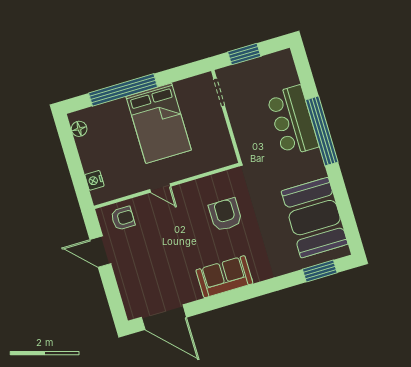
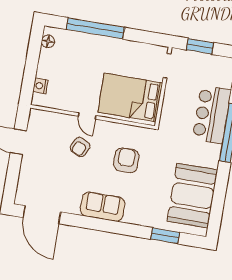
bed: (159, 123) -> (130, 98), moved, turned 90
armchair: (123, 218) -> (80, 147), moved, turned 116
window: (320, 271) -> (165, 236), moved

